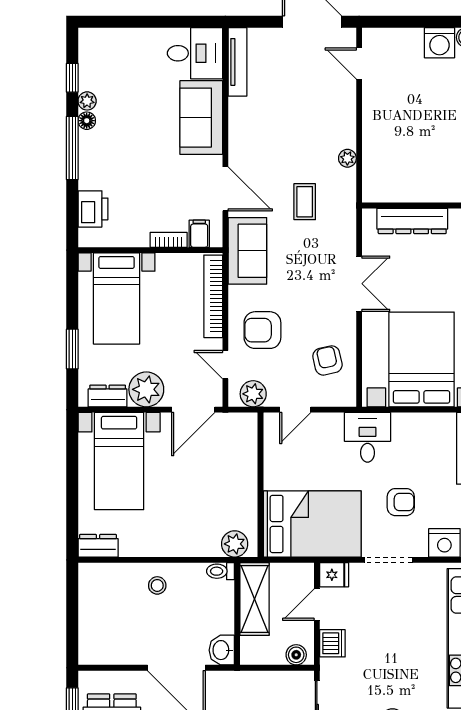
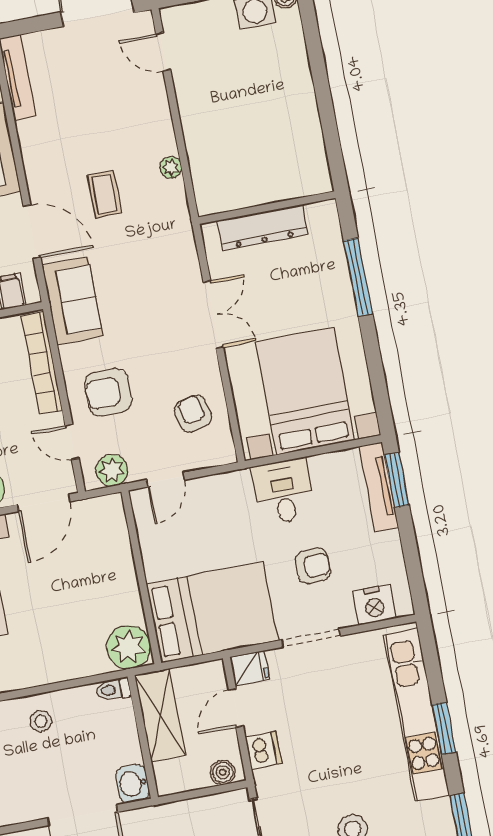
coffee table: (305, 202) -> (104, 194), moved
desk: (368, 437) -> (283, 492), moved
plant: (235, 544) -> (128, 647), width x1.36, depth x1.36

